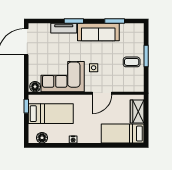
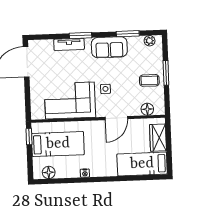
plant: (133, 28) -> (150, 41), added
sofa: (98, 32) -> (109, 47), width x0.73
floor lamp: (35, 87) -> (147, 109), moved

